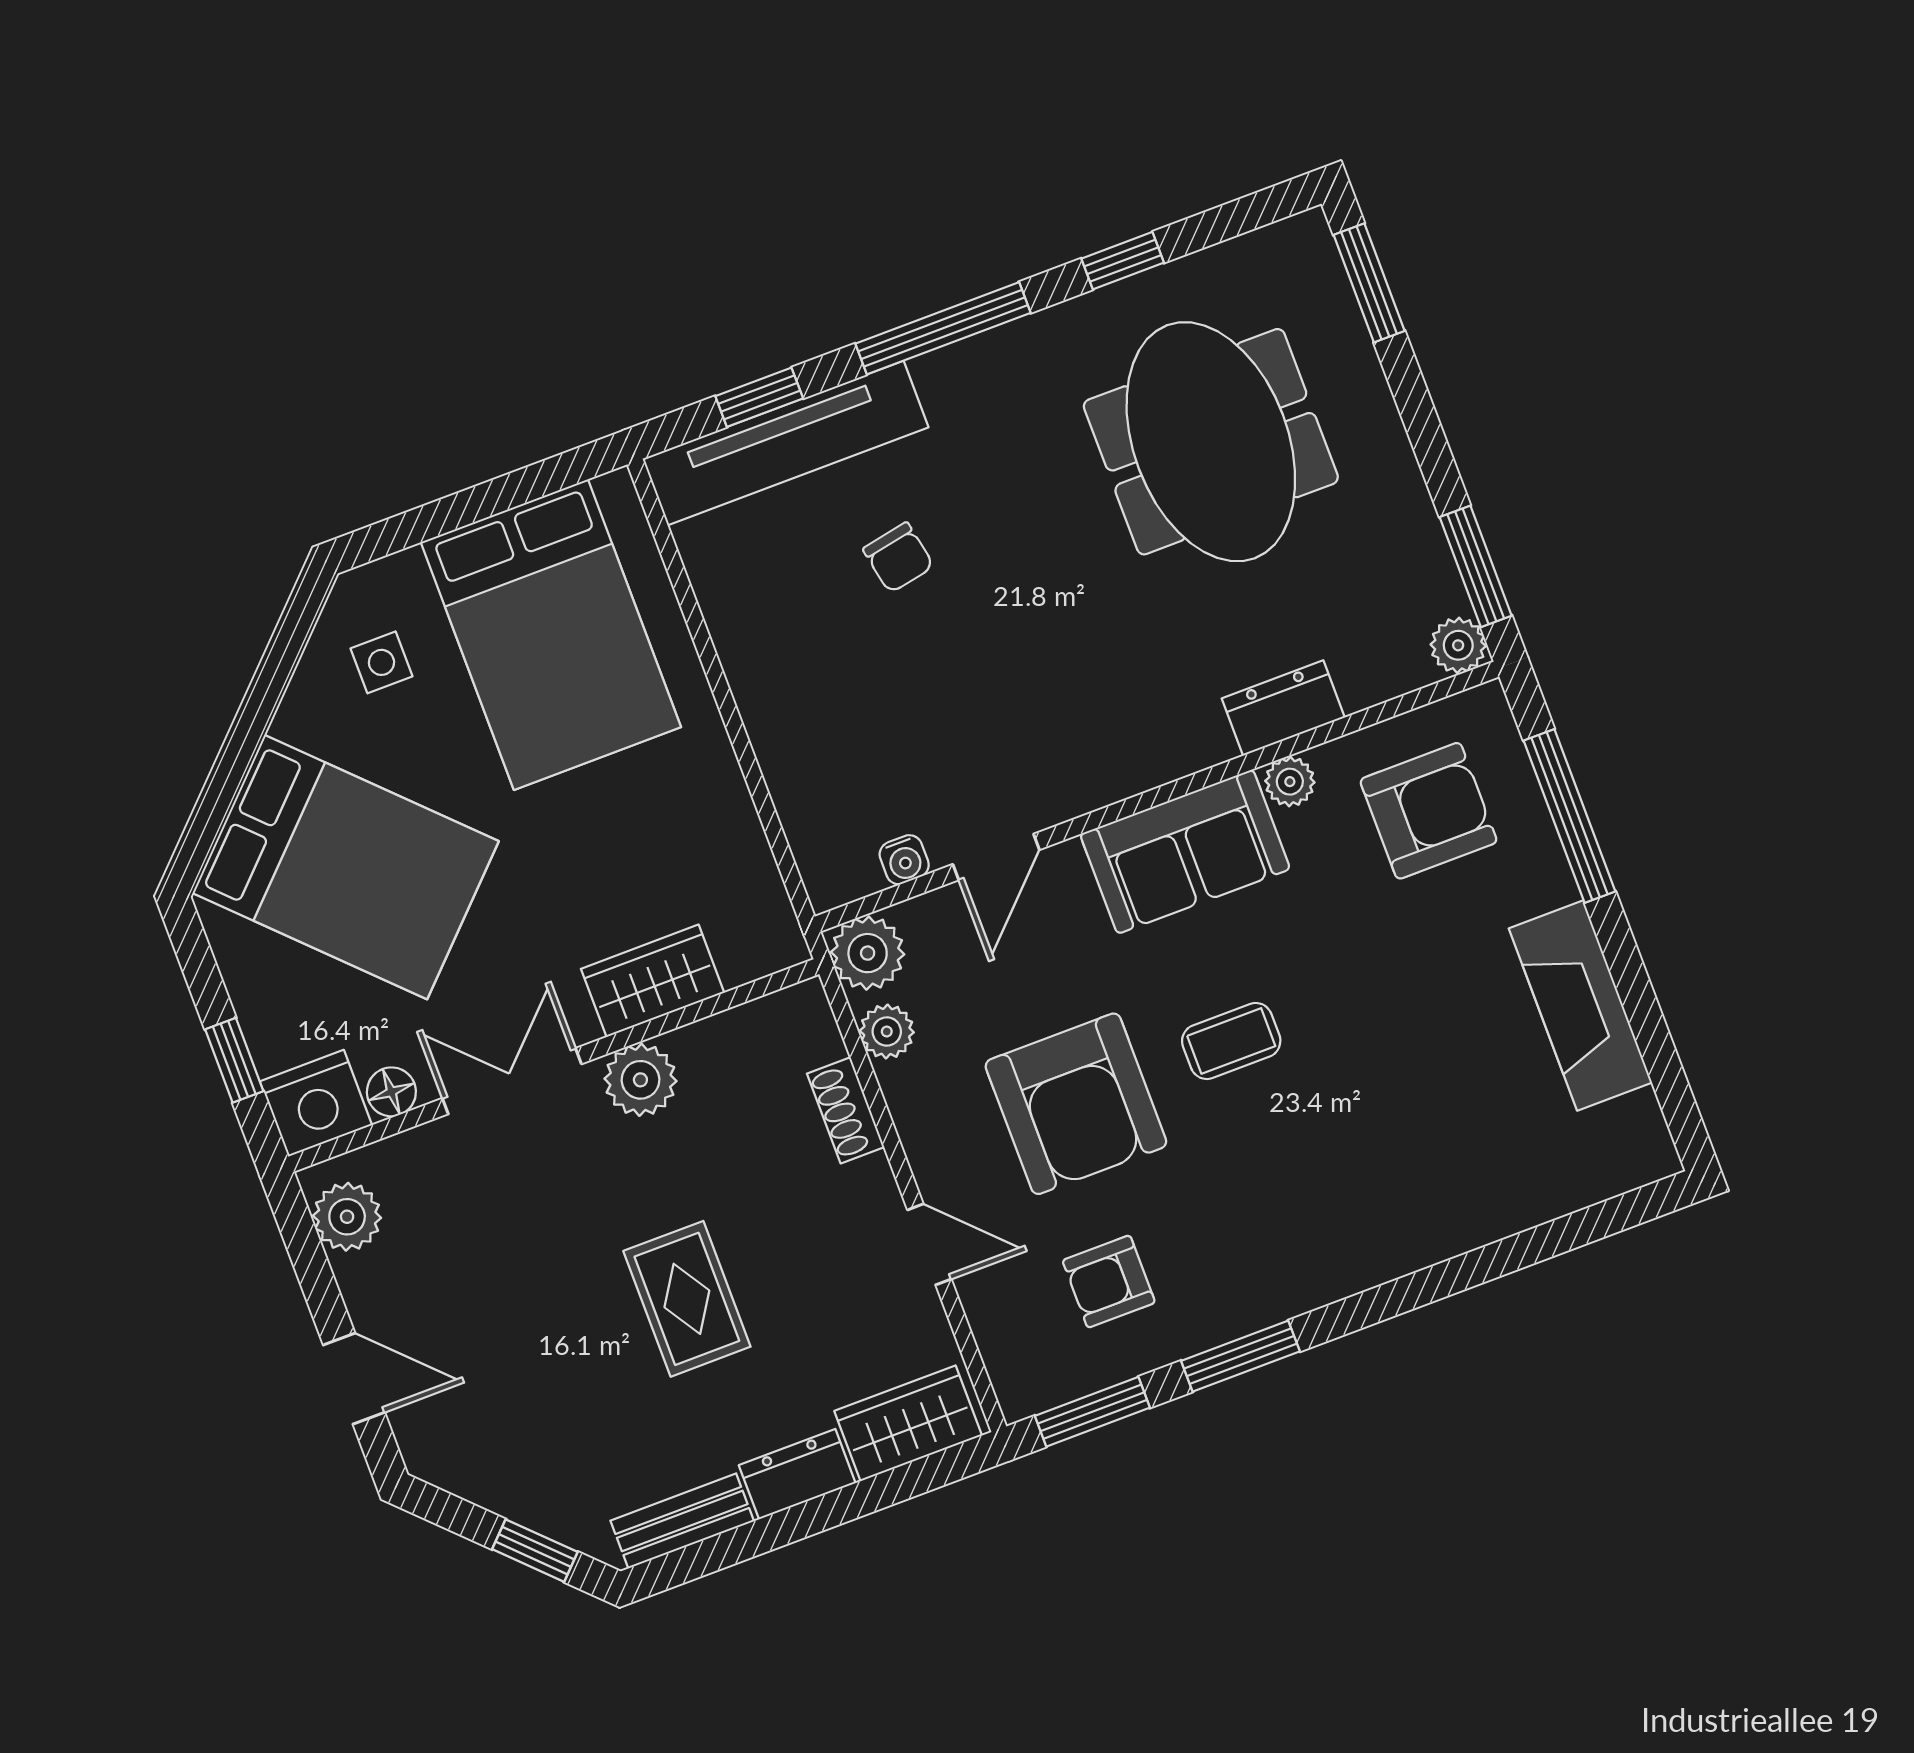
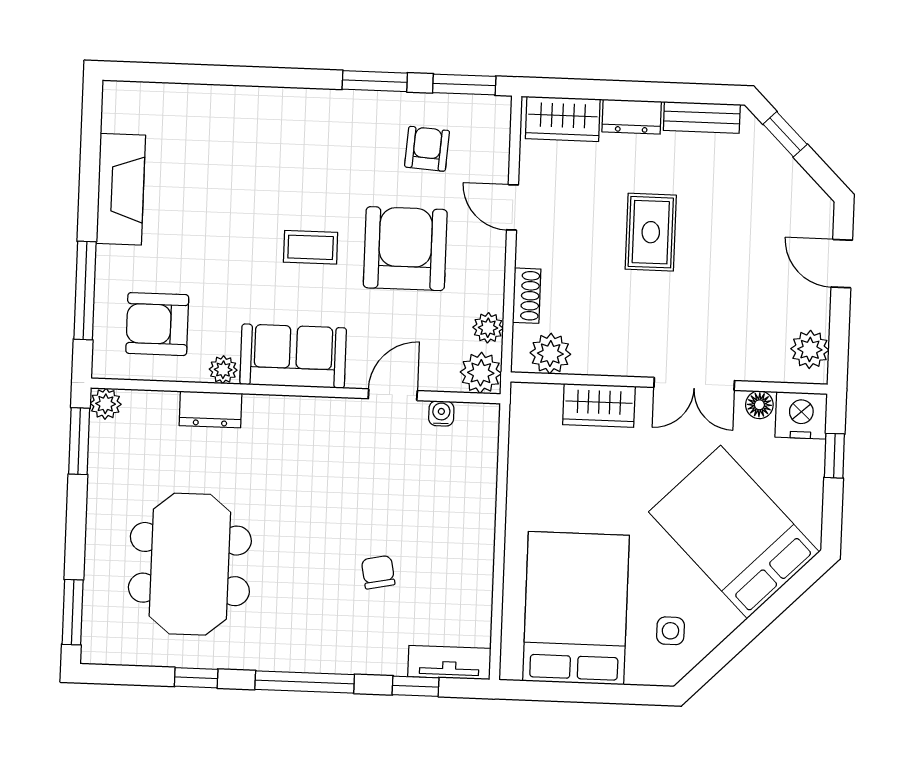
tv unit: (786, 443) -> (449, 663), width x0.52, depth x0.78
plant: (640, 1080) -> (550, 354), moved
armchair: (1109, 1282) -> (427, 149), turned -86

